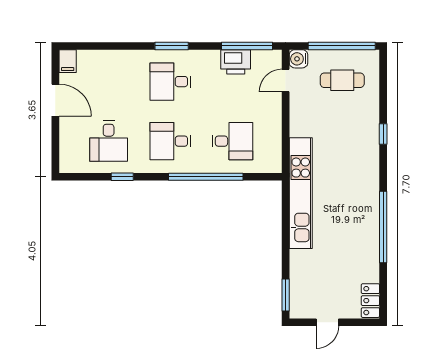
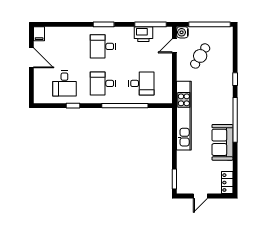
cafe table: (342, 80) -> (200, 56), moved, turned -58
window: (383, 227) -> (235, 120), moved
sofa: (363, 236) -> (222, 142), added

